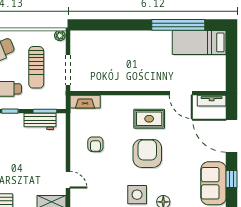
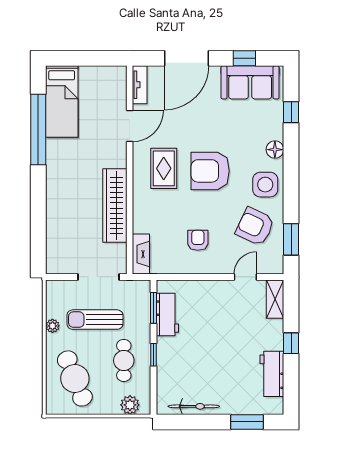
plant: (60, 36) -> (52, 326), moved
sun lounger: (36, 67) -> (95, 320), turned 180
wardrobe: (121, 82) -> (115, 205), added
armchair: (95, 144) -> (198, 240), turned -90
armchair: (106, 187) -> (255, 226), added

